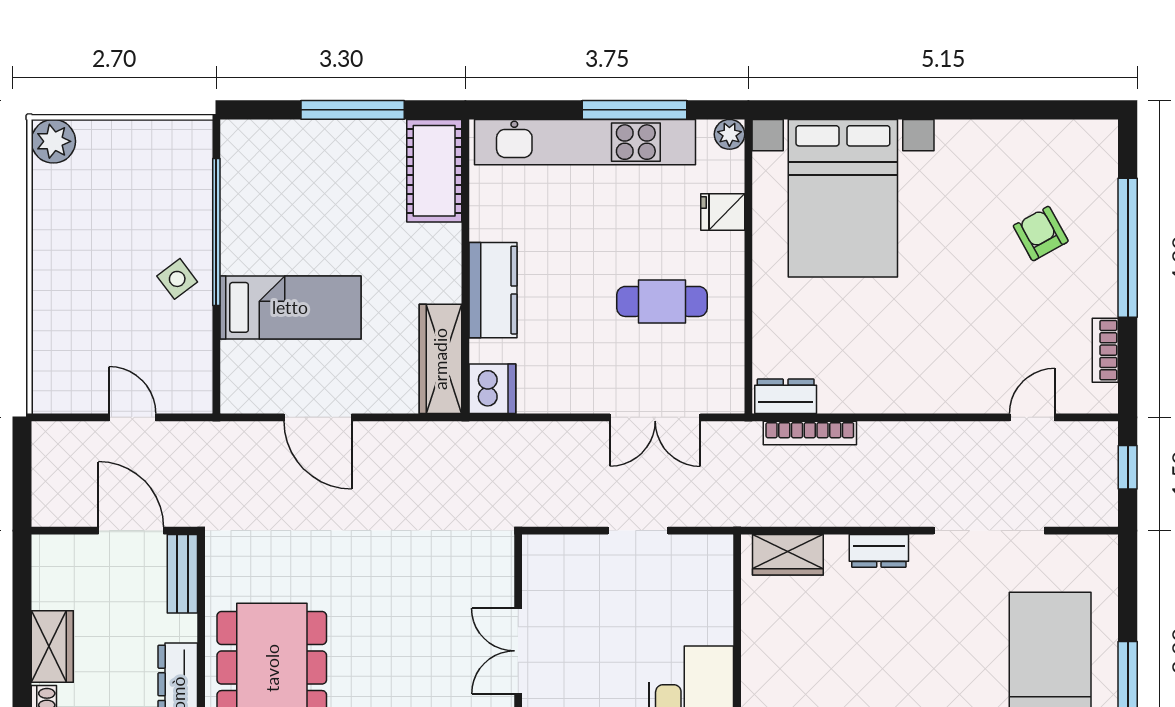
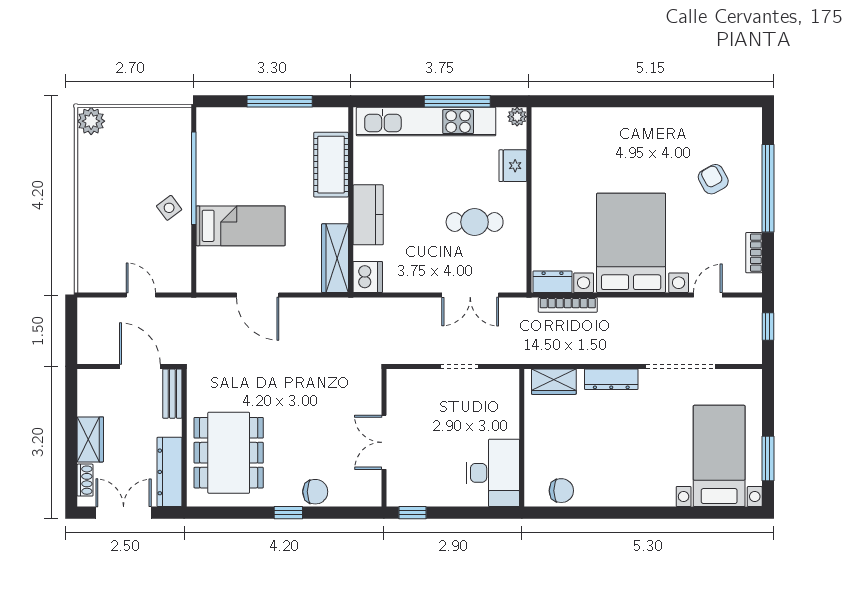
cot: (434, 171) -> (331, 165), moved
bed with nightstands: (843, 198) -> (631, 243), moved, turned 180
fridge: (723, 212) -> (513, 166), width x1.38
dresser: (879, 551) -> (611, 379), width x1.44

